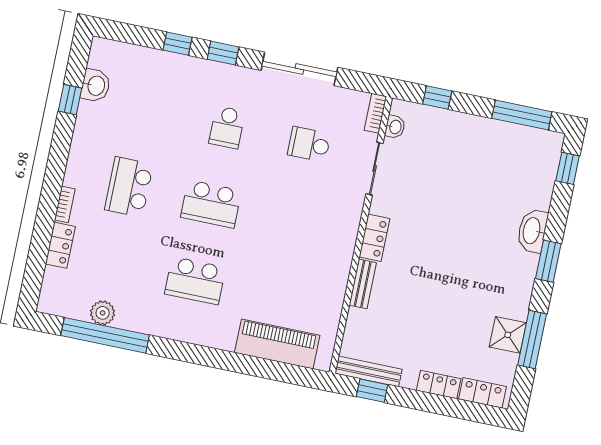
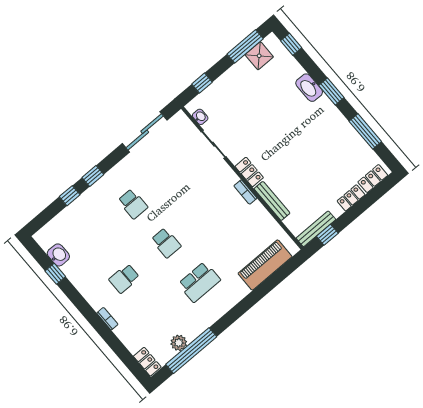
sliding door: (299, 69) -> (145, 132), moved
bookcase: (375, 113) -> (245, 192), moved
school desk: (309, 144) -> (175, 168), removed
school desk: (129, 187) -> (124, 278), width x0.54
school desk: (211, 204) -> (166, 243), width x0.54
locker: (60, 245) -> (147, 362), moved
bench: (363, 284) -> (272, 201), width x1.36
shower: (508, 335) -> (259, 56), moved

